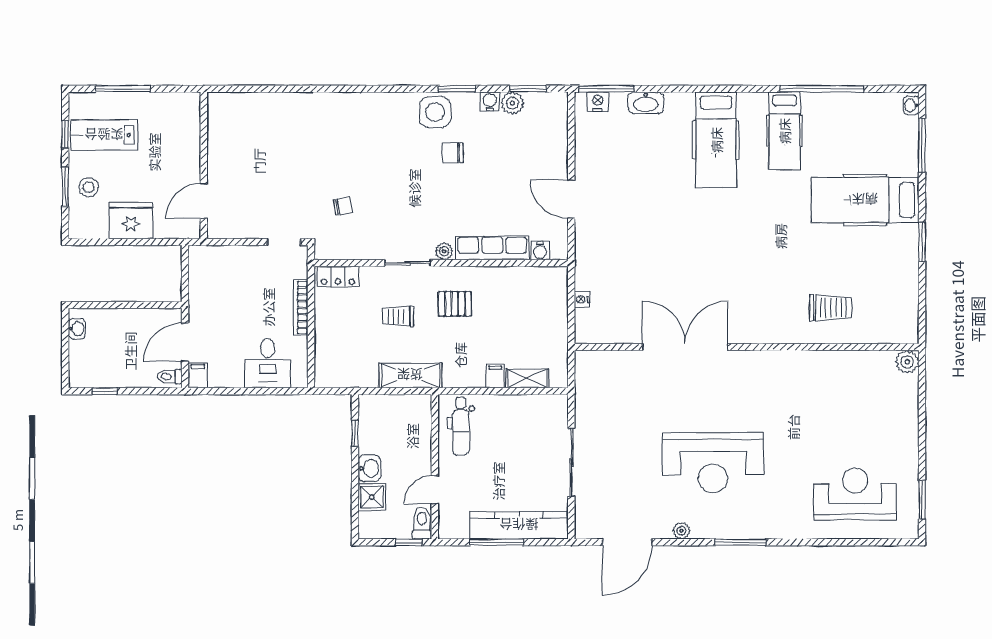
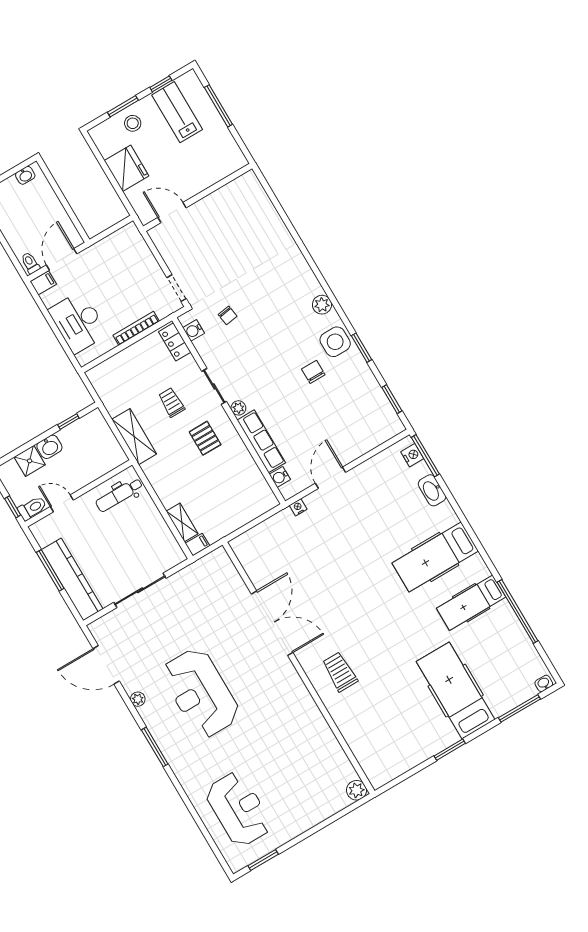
water cooler: (490, 101) -> (193, 330), moved, turned 180
plant: (512, 103) -> (322, 305), moved
nightstand: (582, 299) -> (298, 507), moved
trolley: (831, 308) -> (340, 672), moved, turned 180
door: (185, 342) -> (62, 259), hinge flipped
desk: (268, 363) -> (78, 322), width x1.37
filing cabinet: (495, 376) -> (197, 545), moved

